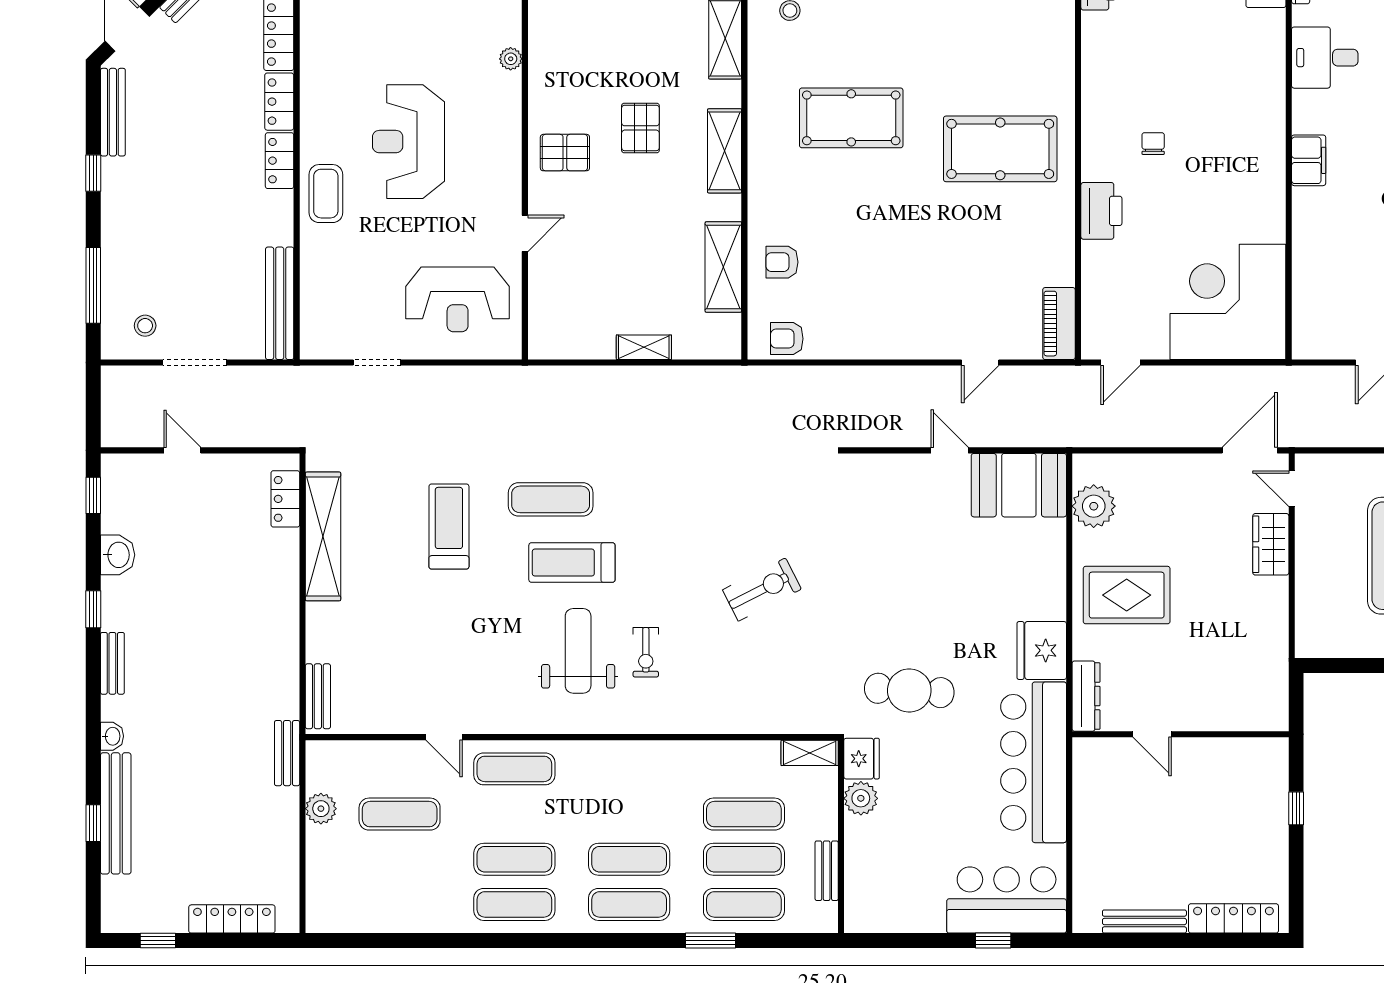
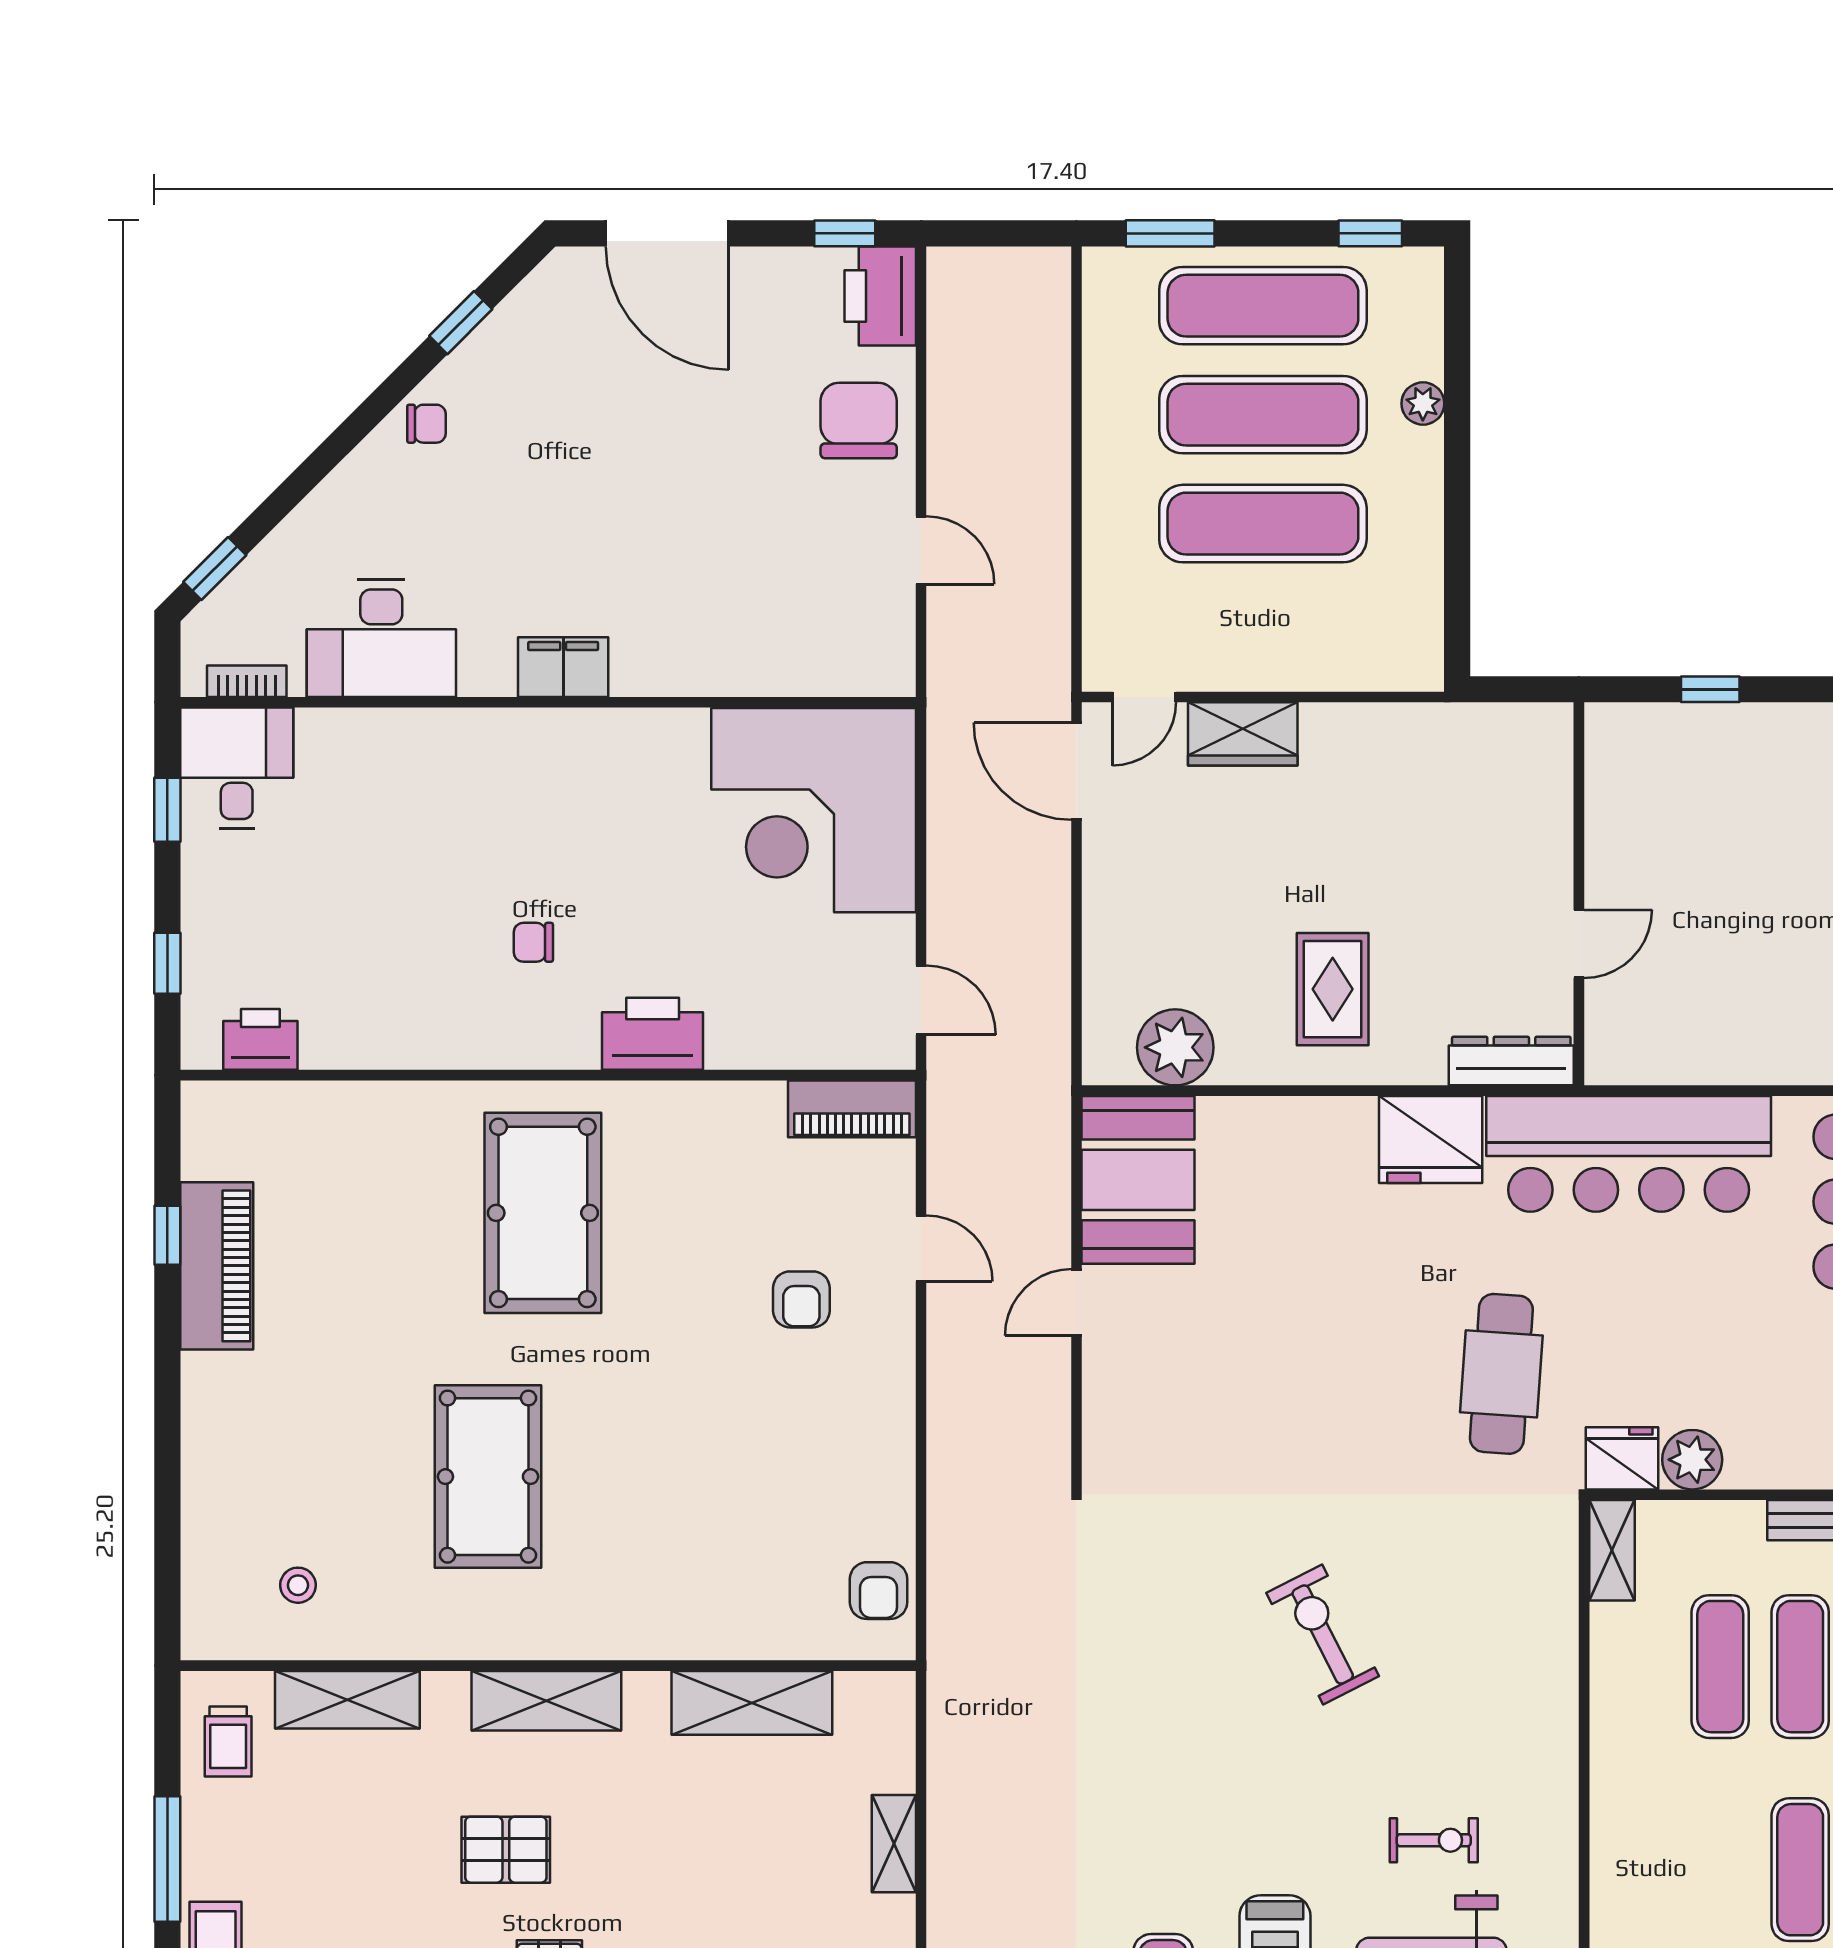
desk: (1325, 58) -> (381, 638), width x1.37
armchair: (782, 262) -> (801, 1299), moved
rug: (1127, 595) -> (1333, 989), width x0.73, depth x0.70

